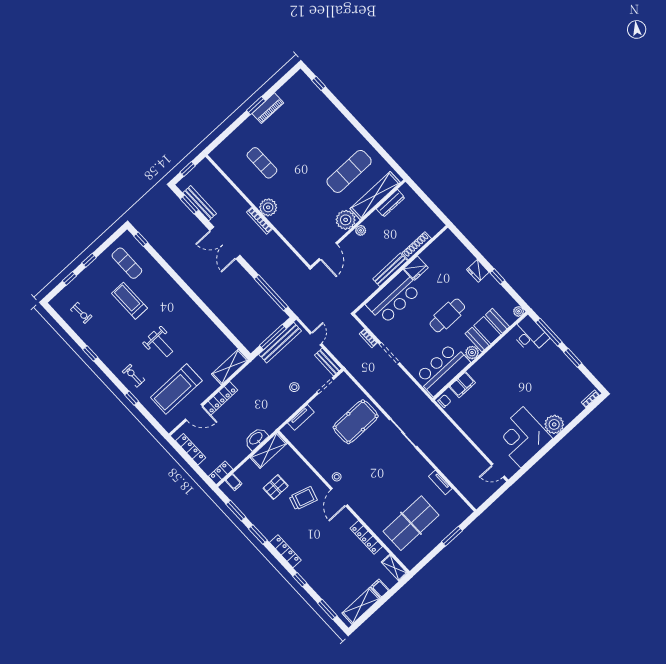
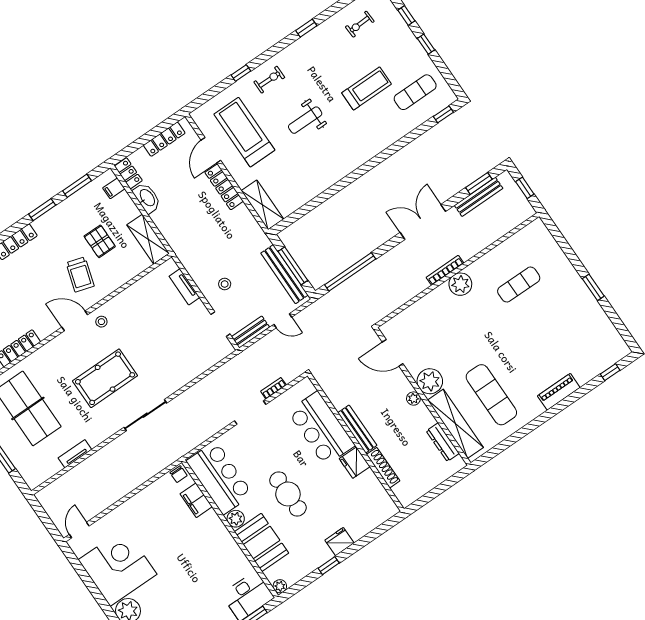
piano: (268, 108) -> (559, 392), moved, turned 90
pool table: (356, 422) -> (105, 378), moved, turned 90
washbasin: (256, 439) -> (147, 198), moved

